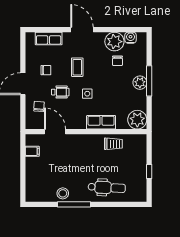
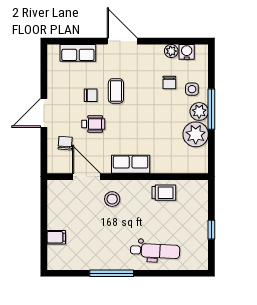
plant: (114, 42) -> (171, 51), width x0.53, depth x0.53
chair: (46, 70) -> (91, 95), moved
side table: (87, 94) -> (192, 89), moved
plant: (137, 120) -> (196, 134), moved
row of seats: (101, 122) -> (131, 164), moved
filing cabinet: (32, 151) -> (56, 237), moved
stool: (63, 193) -> (112, 199), moved

